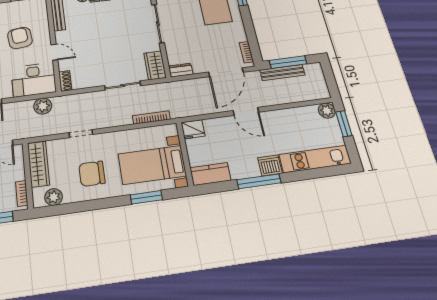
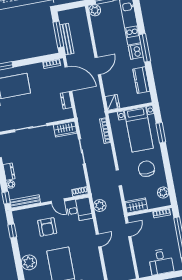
armchair: (20, 38) -> (47, 227), turned -83
door: (54, 52) -> (58, 201), swing flipped
dresser: (181, 70) -> (66, 100), moved
desk: (34, 80) -> (79, 210), width x0.73
wardrobe: (38, 164) -> (136, 205), width x0.67
chair: (92, 174) -> (146, 169), turned 180
kitchen counter: (210, 174) -> (141, 80), moved
window: (259, 181) -> (145, 48), moved

